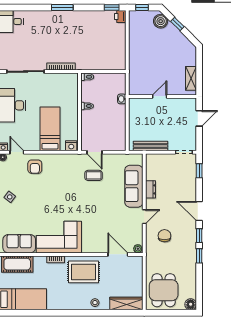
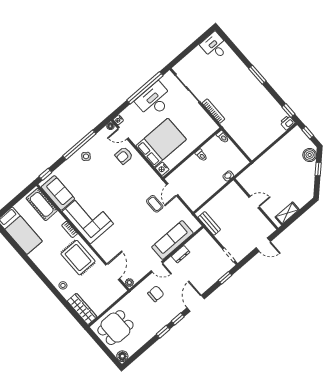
bed: (50, 129) -> (161, 143), width x1.50
bench: (150, 146) -> (209, 223), width x0.73
door: (17, 152) -> (123, 133), swing flipped

